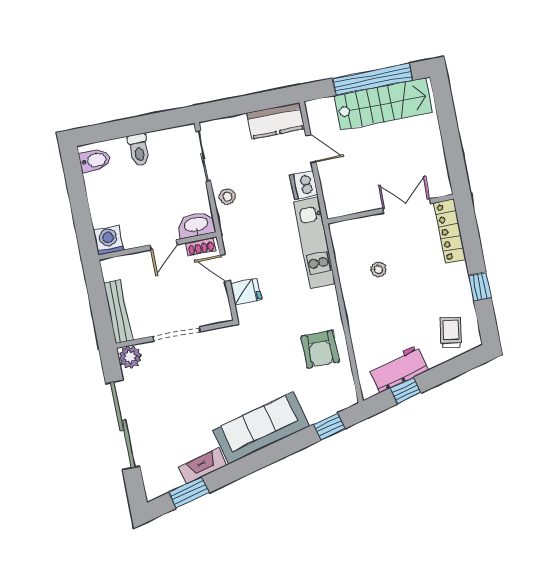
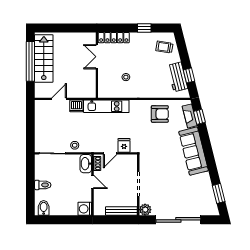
kitchen counter: (276, 121) -> (42, 114), removed
fireplace: (203, 466) -> (190, 116), moved

